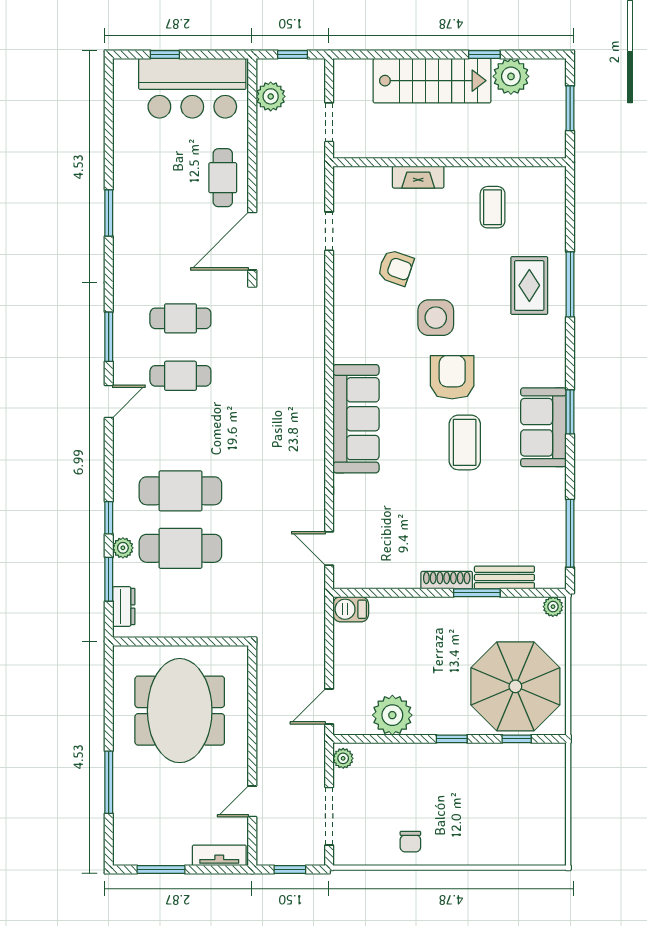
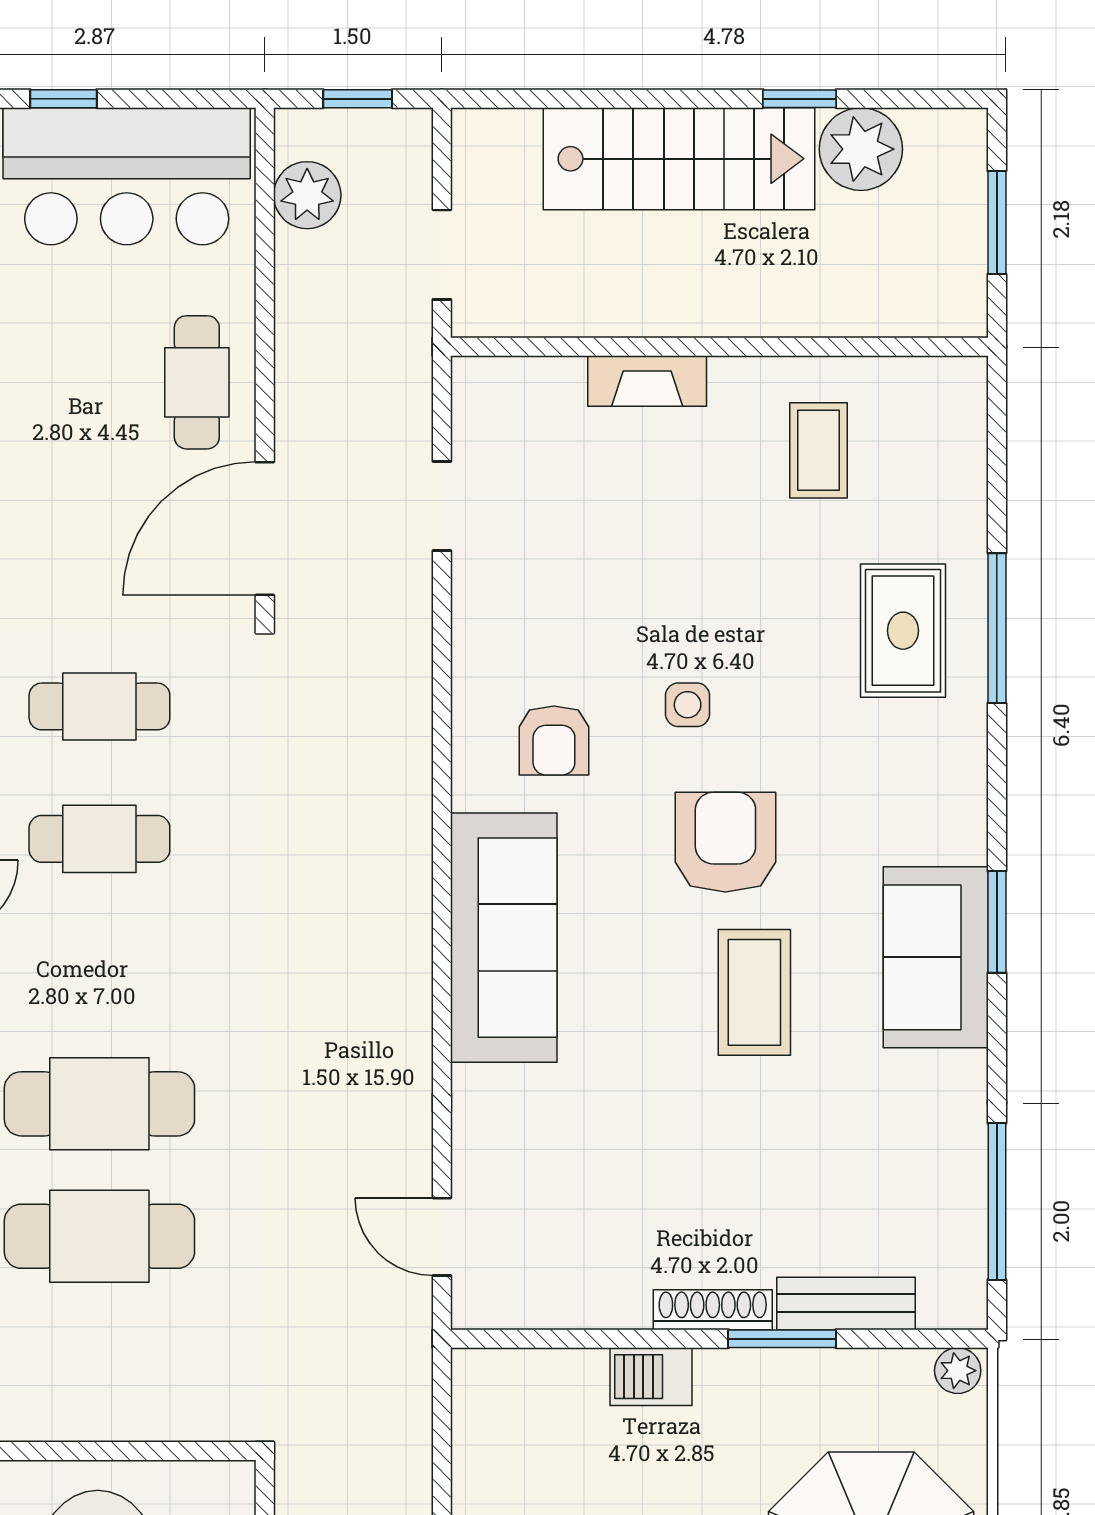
armchair: (396, 268) -> (554, 740), moved, turned 71
side table: (436, 318) -> (688, 705), width x0.54, depth x0.54
barbecue: (351, 609) -> (651, 1377), moved

